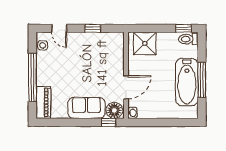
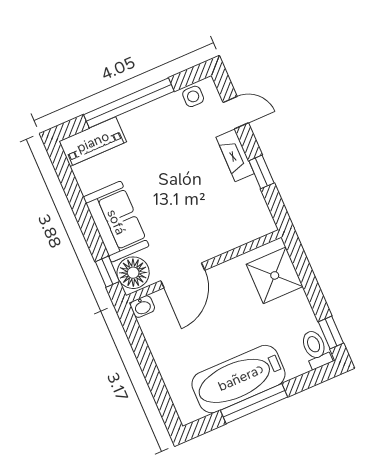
door: (59, 28) -> (236, 113), swing flipped
fireplace: (79, 38) -> (235, 155), added
door: (126, 87) -> (183, 275), hinge flipped

